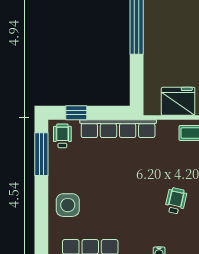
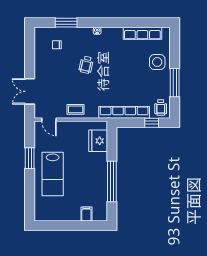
fridge: (178, 101) -> (98, 141), moved, turned 90
window: (41, 154) -> (175, 83), moved

